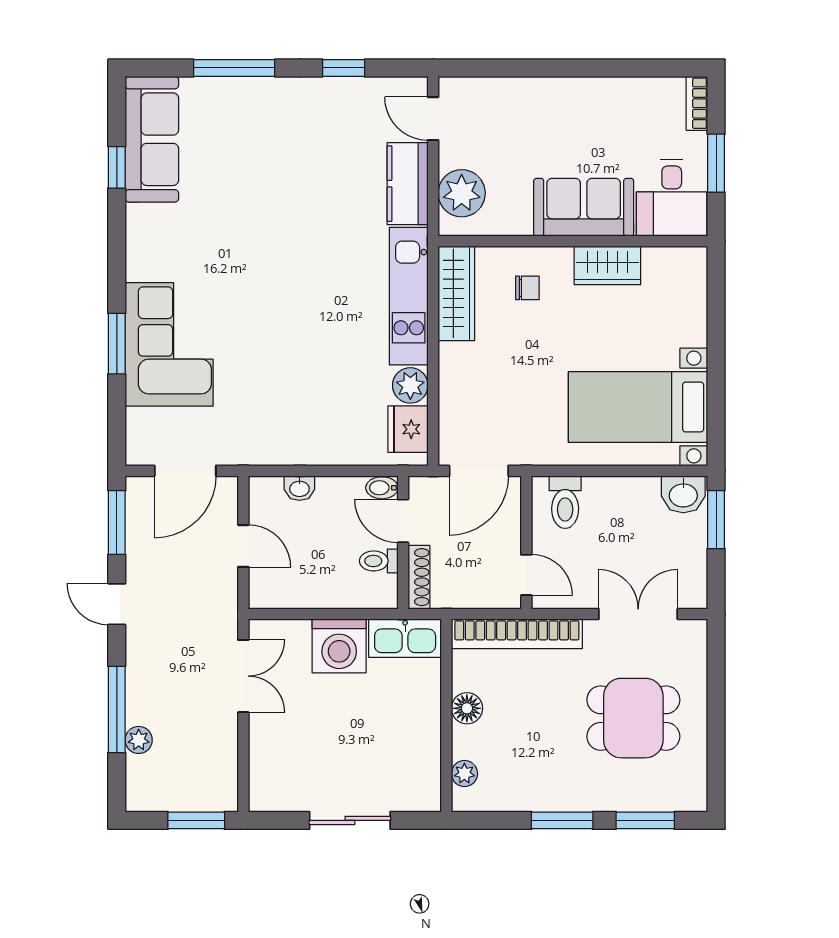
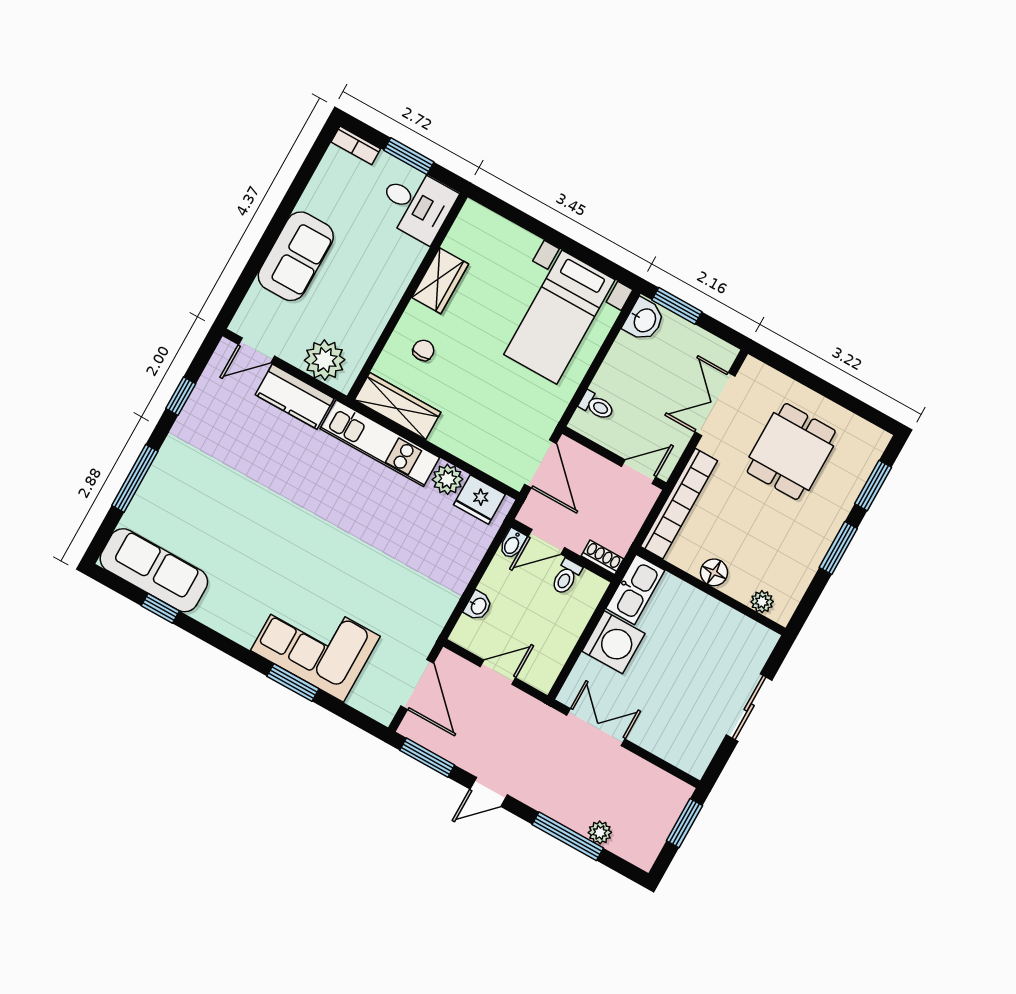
sofa: (584, 207) -> (296, 256), moved, turned 180
toilet: (565, 502) -> (597, 406), width x0.73, depth x0.72
shoe rack: (419, 577) -> (602, 557), width x0.70

